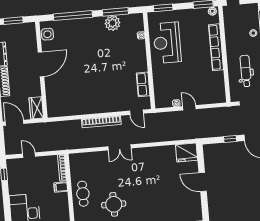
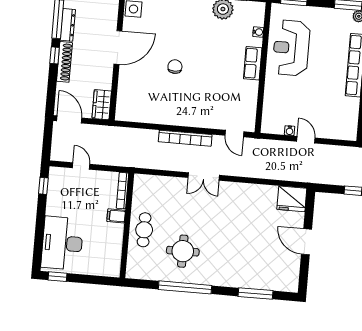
chair: (85, 71) -> (175, 67), added
row of seats: (143, 84) -> (253, 63), moved

